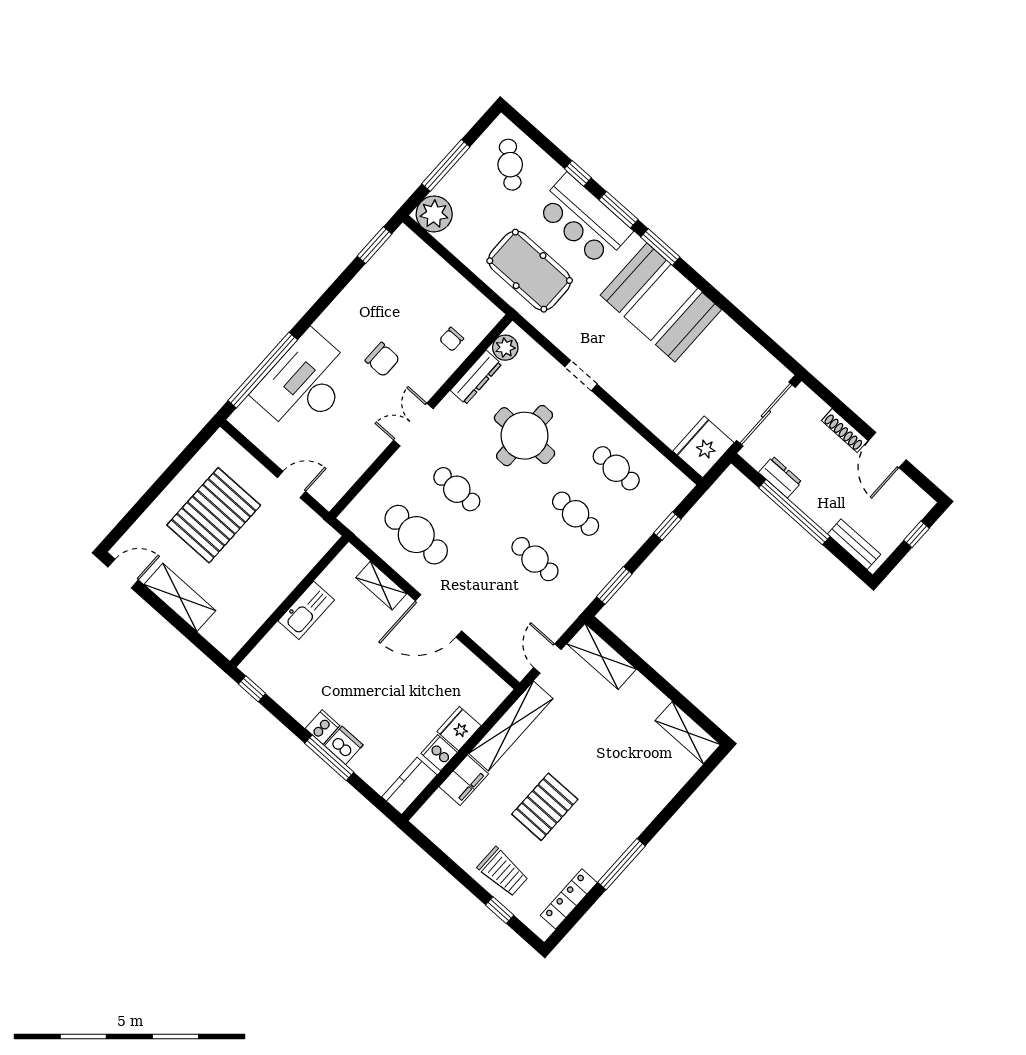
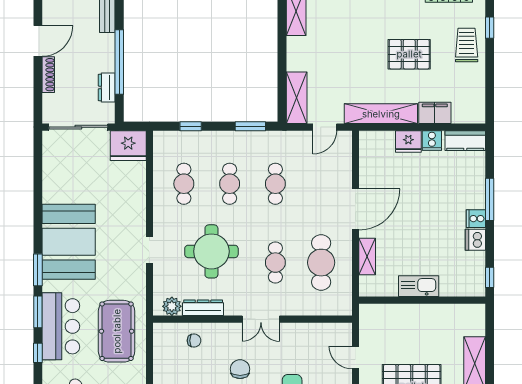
door: (438, 616) -> (356, 209), hinge flipped
dishwasher: (344, 745) -> (475, 240), moved

